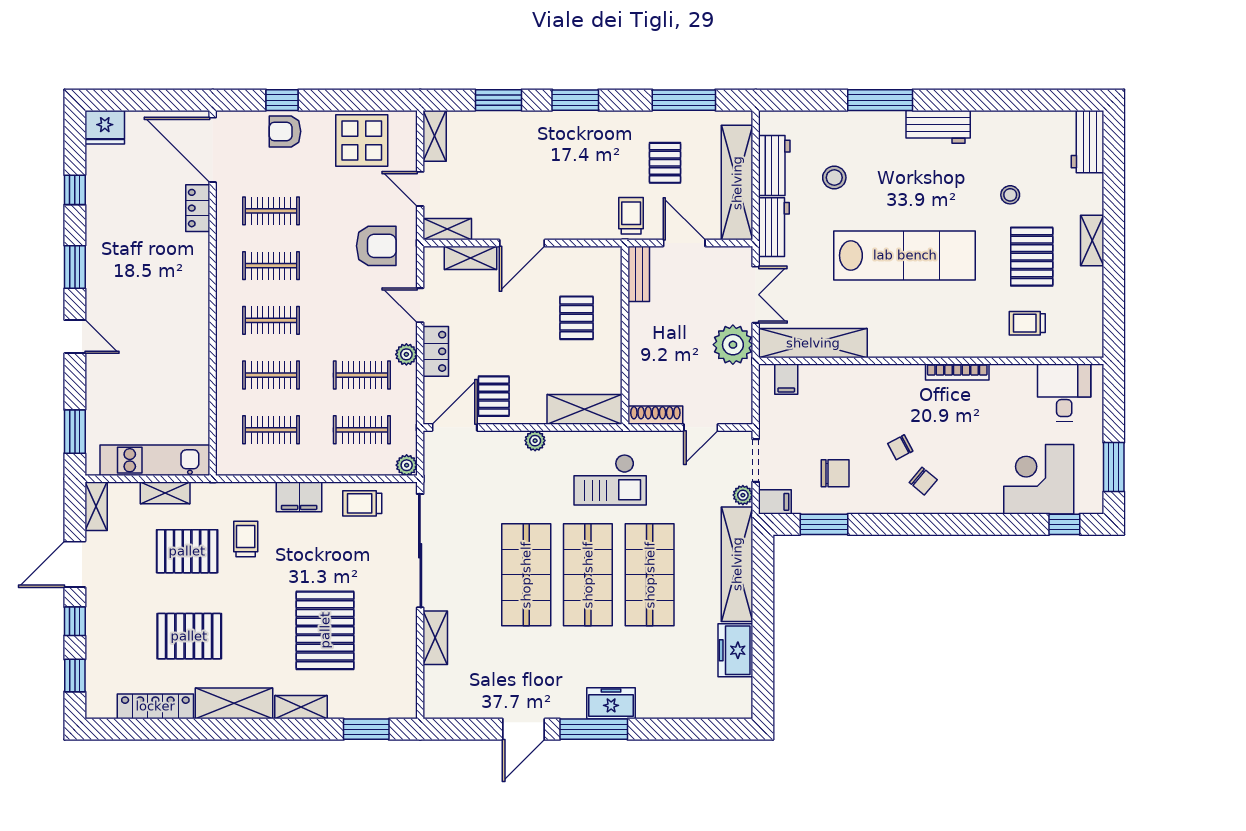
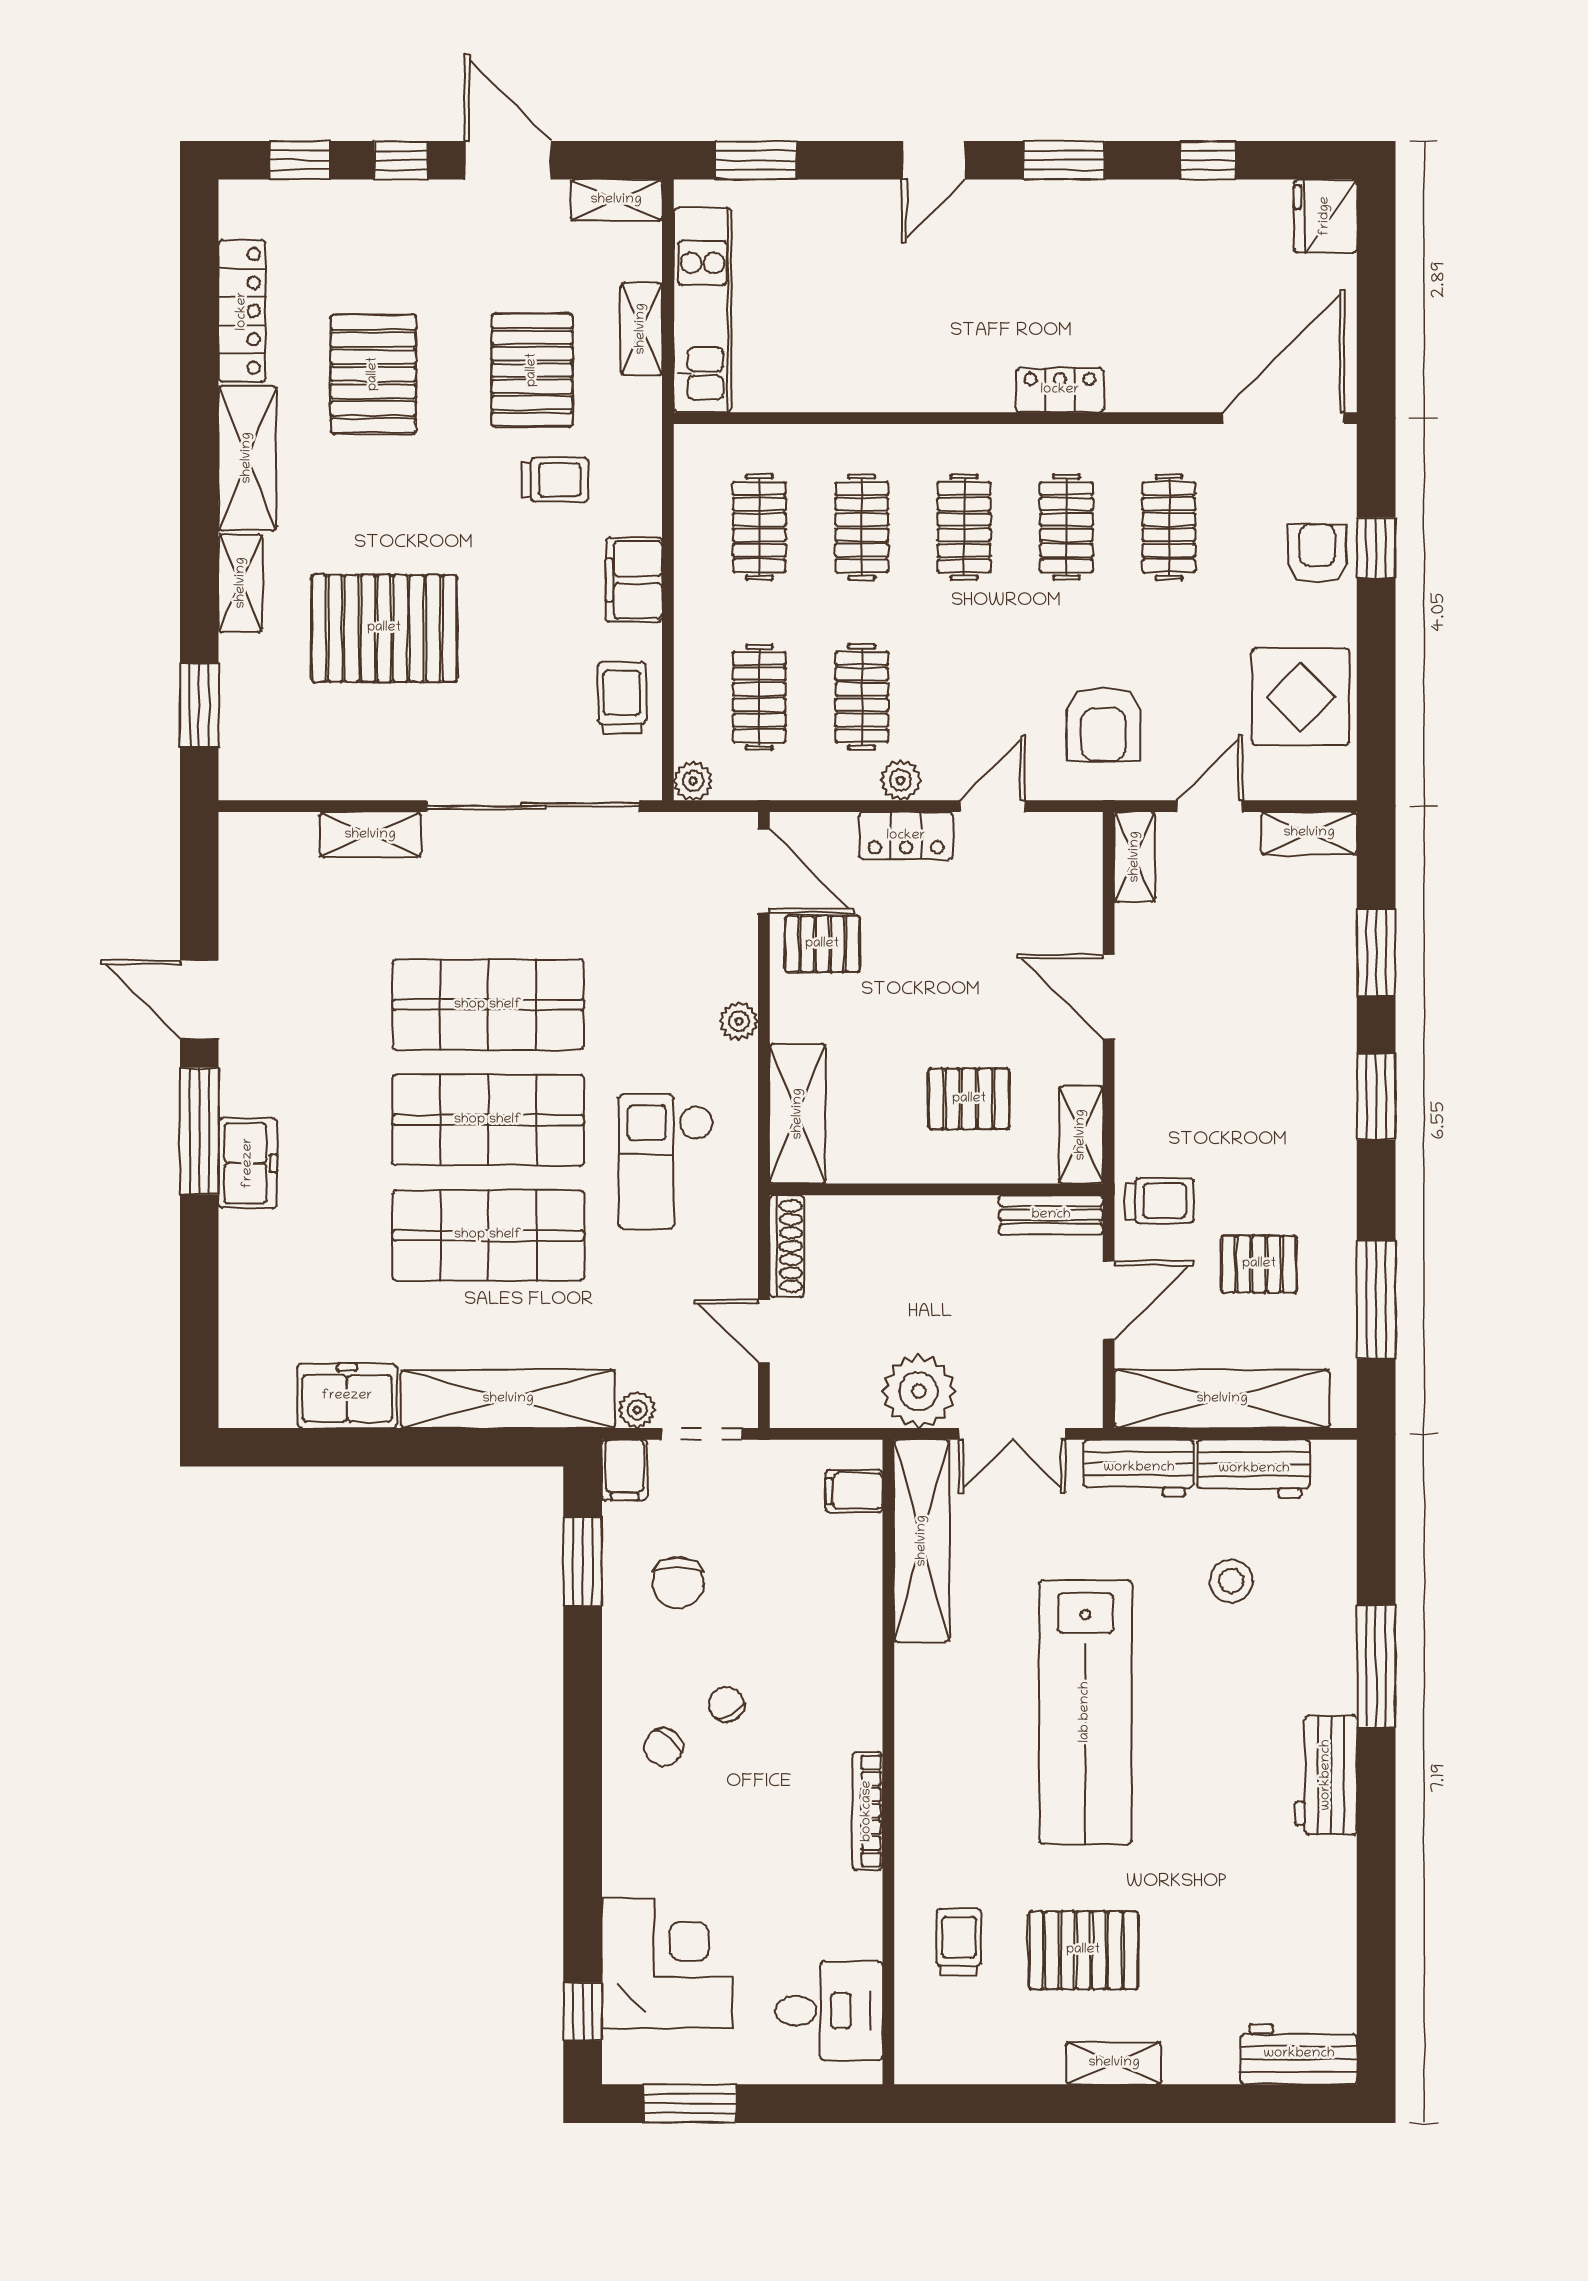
stool: (1010, 195) -> (1199, 1910), removed
locker: (198, 208) -> (1060, 390), moved
shelving: (471, 258) -> (1081, 1135), moved

